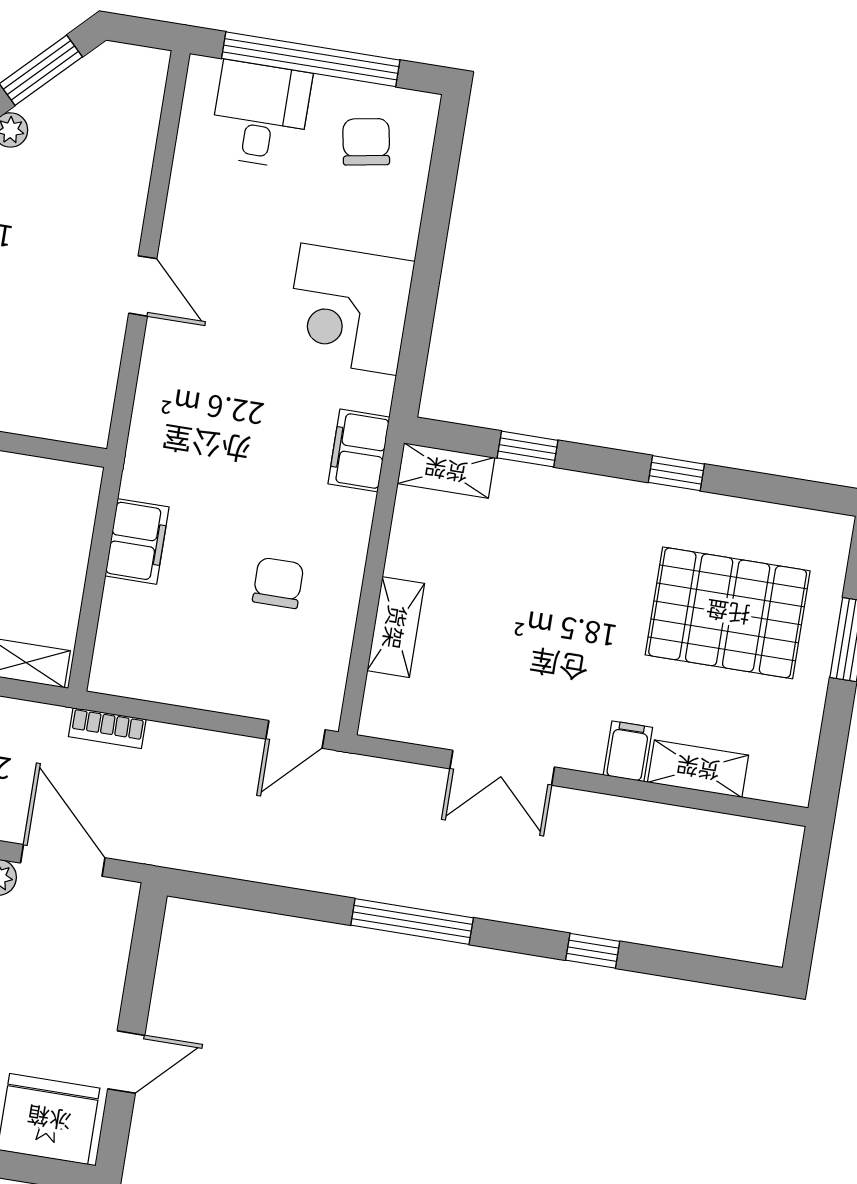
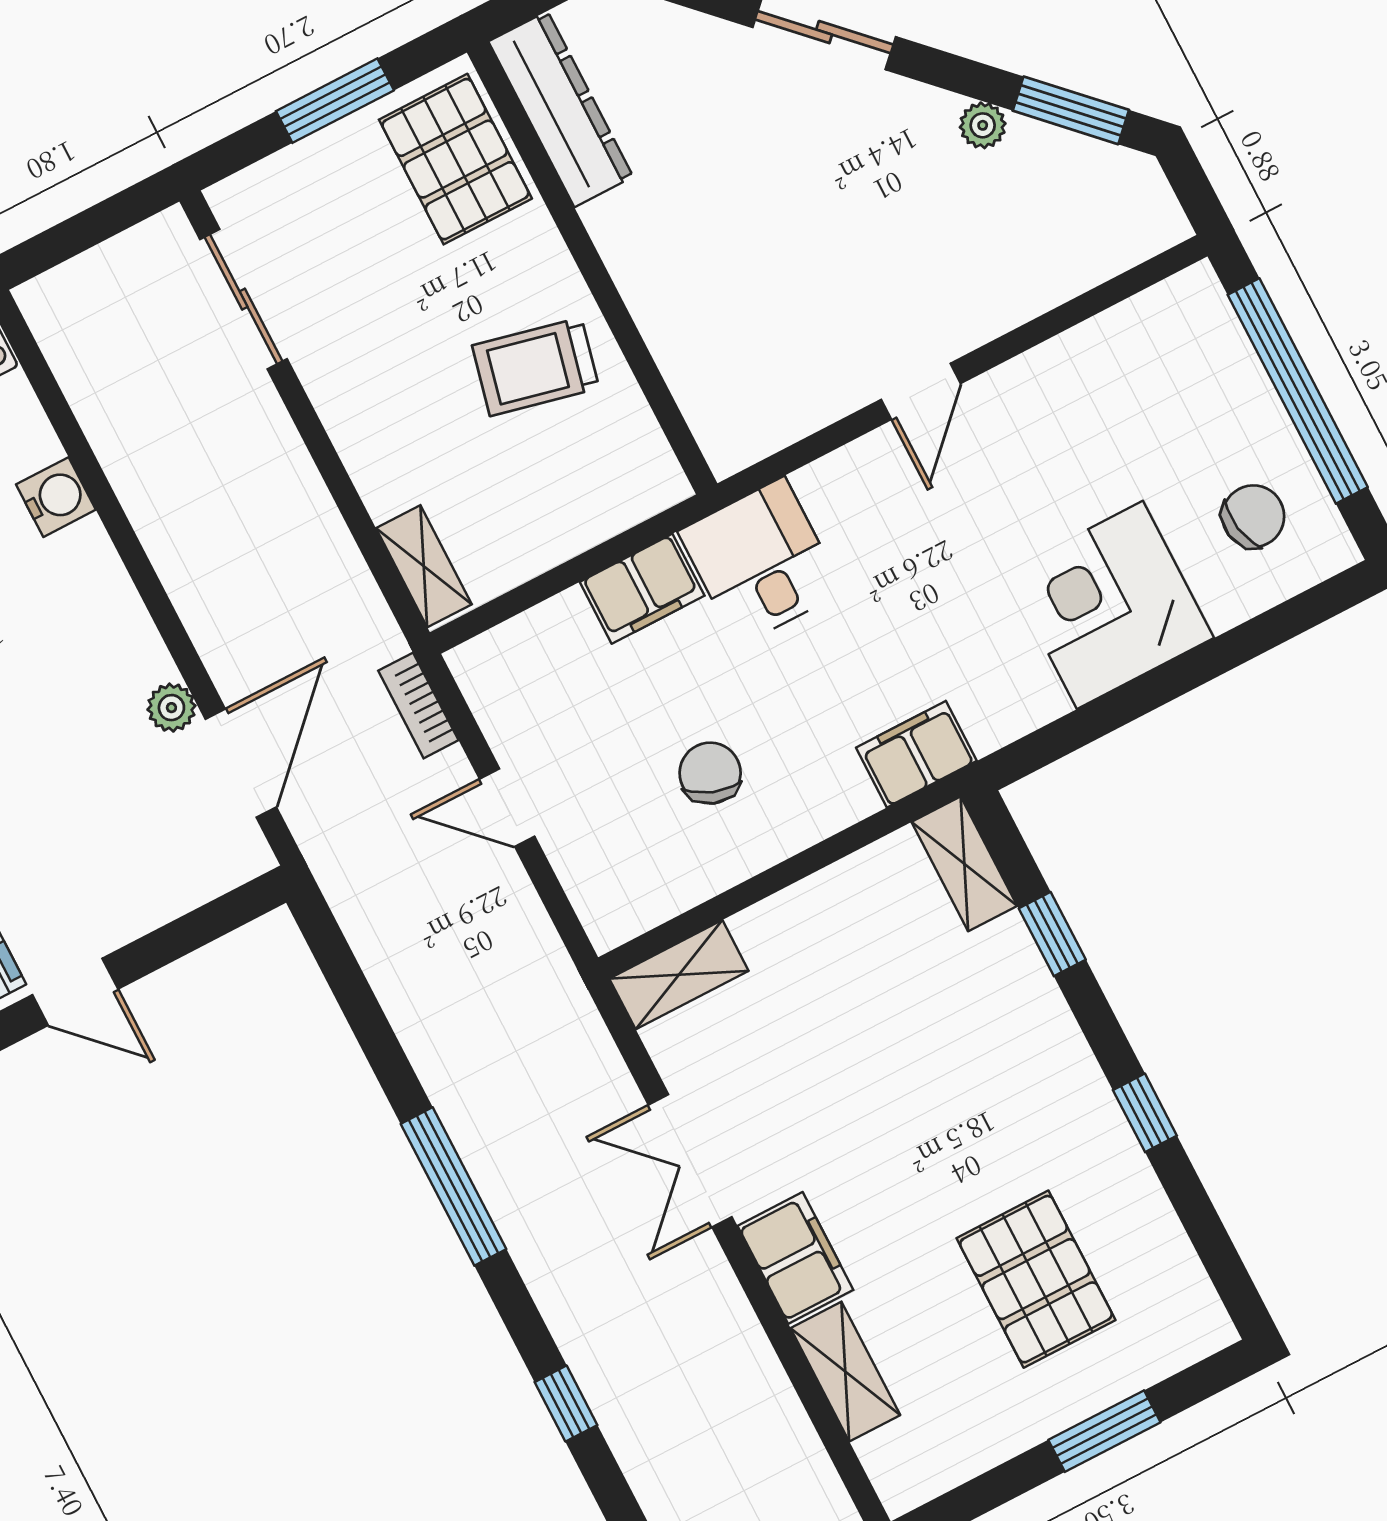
desk: (261, 114) -> (761, 562), moved, turned -90
corner desk: (349, 309) -> (1110, 605), moved
chair: (278, 583) -> (710, 773), turned -70
pallet: (728, 613) -> (1036, 1279), width x0.73, depth x0.71
shelving: (396, 627) -> (679, 975), moved
door: (295, 734) -> (507, 808), moved
filing cabinet: (628, 751) -> (795, 1258), width x2.00

